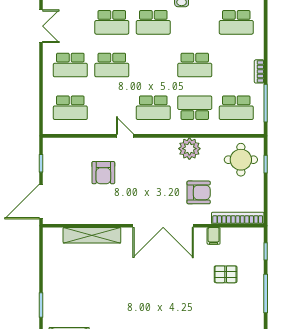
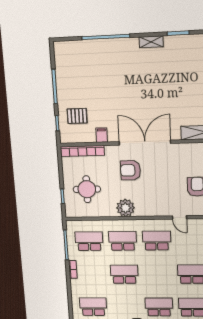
school desk: (195, 108) -> (123, 241), turned 180
round table: (241, 160) -> (87, 189), moved
armchair: (199, 192) -> (130, 170), moved
pallet: (226, 274) -> (77, 116), moved

